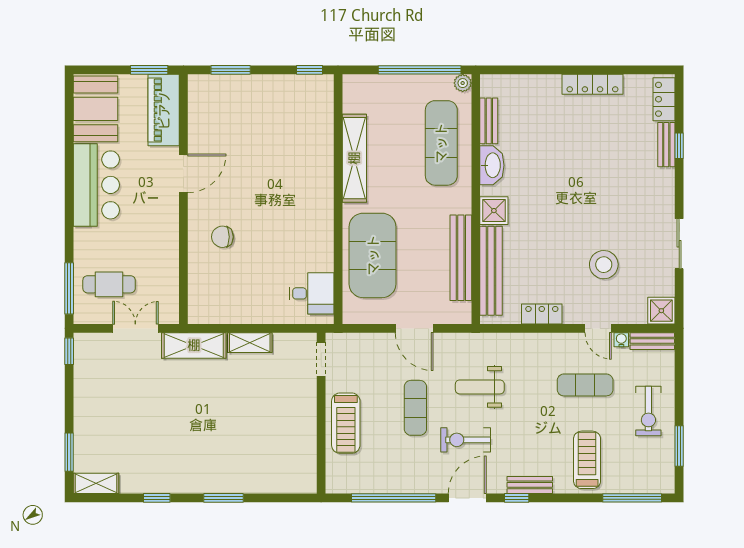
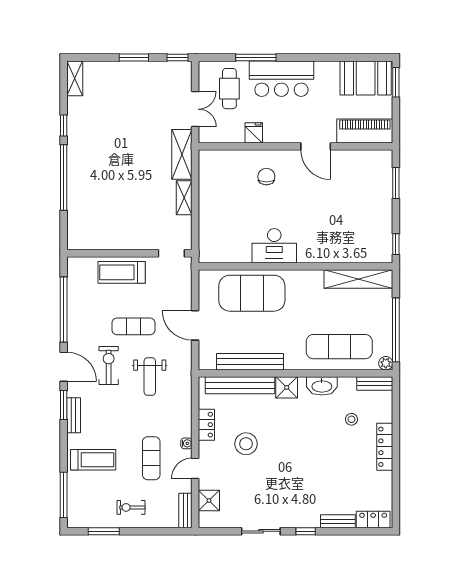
window: (149, 70) -> (396, 82), moved
locker: (592, 84) -> (385, 447), moved
bench: (489, 121) -> (375, 383), moved
stool: (535, 127) -> (352, 419), added
window: (679, 146) -> (306, 531), moved
shelving: (354, 158) -> (358, 279), moved
bar counter: (96, 185) -> (281, 79), moved
fridge: (166, 253) -> (254, 133), added
stool: (604, 265) -> (246, 444), moved
window: (69, 288) -> (256, 58), moved
desk: (312, 293) -> (274, 246), moved, width x1.37
shower: (661, 311) -> (209, 500), moved
door: (414, 328) -> (195, 325), hinge flipped
water cooler: (621, 340) -> (186, 443), moved
weight bench: (480, 387) -> (150, 377), turned 180
exercise bike: (648, 411) -> (131, 507), width x0.73, depth x0.72
window: (69, 452) -> (134, 58), moved
window: (224, 498) -> (64, 178), width x2.11
window: (517, 498) -> (64, 405), width x1.50

